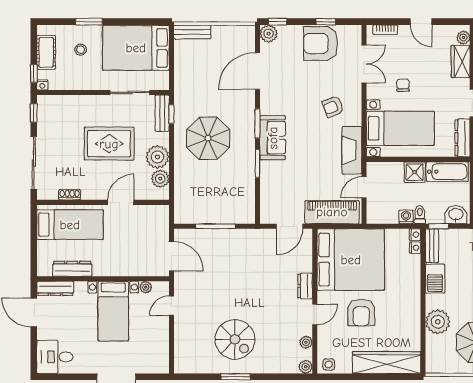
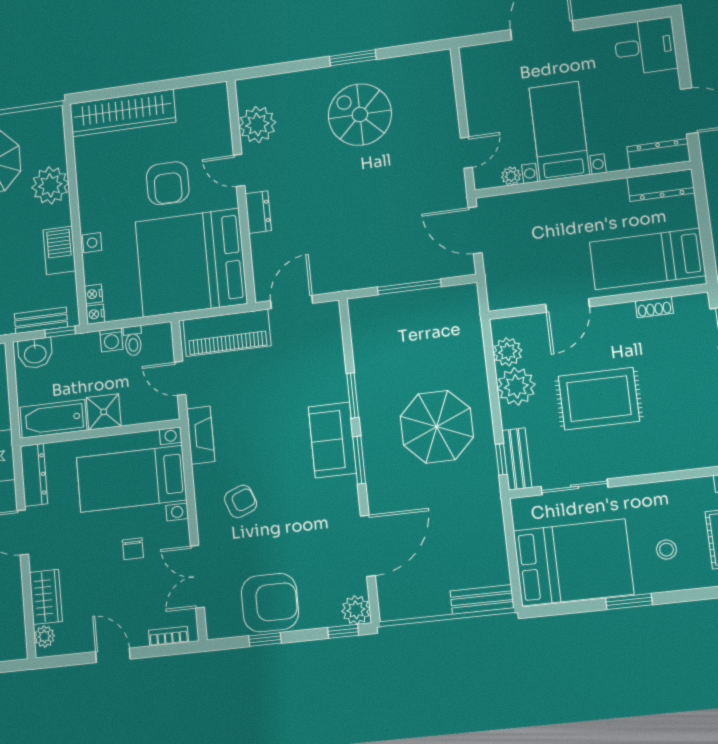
window: (89, 22) -> (629, 601), moved
fireplace: (352, 150) -> (201, 435), width x0.73, depth x0.76
door: (364, 187) -> (180, 378), swing flipped
toilet: (420, 215) -> (133, 341), moved
bench: (432, 246) -> (41, 320), moved, turned 90
dresser: (72, 269) -> (661, 185), moved
armchair: (361, 312) -> (168, 183), turned 180
door: (315, 314) -> (239, 170), hinge flipped
plant: (306, 342) -> (257, 125), width x1.87, depth x1.87
side table: (329, 364) -> (92, 243), moved
plant: (306, 367) -> (246, 89), removed

